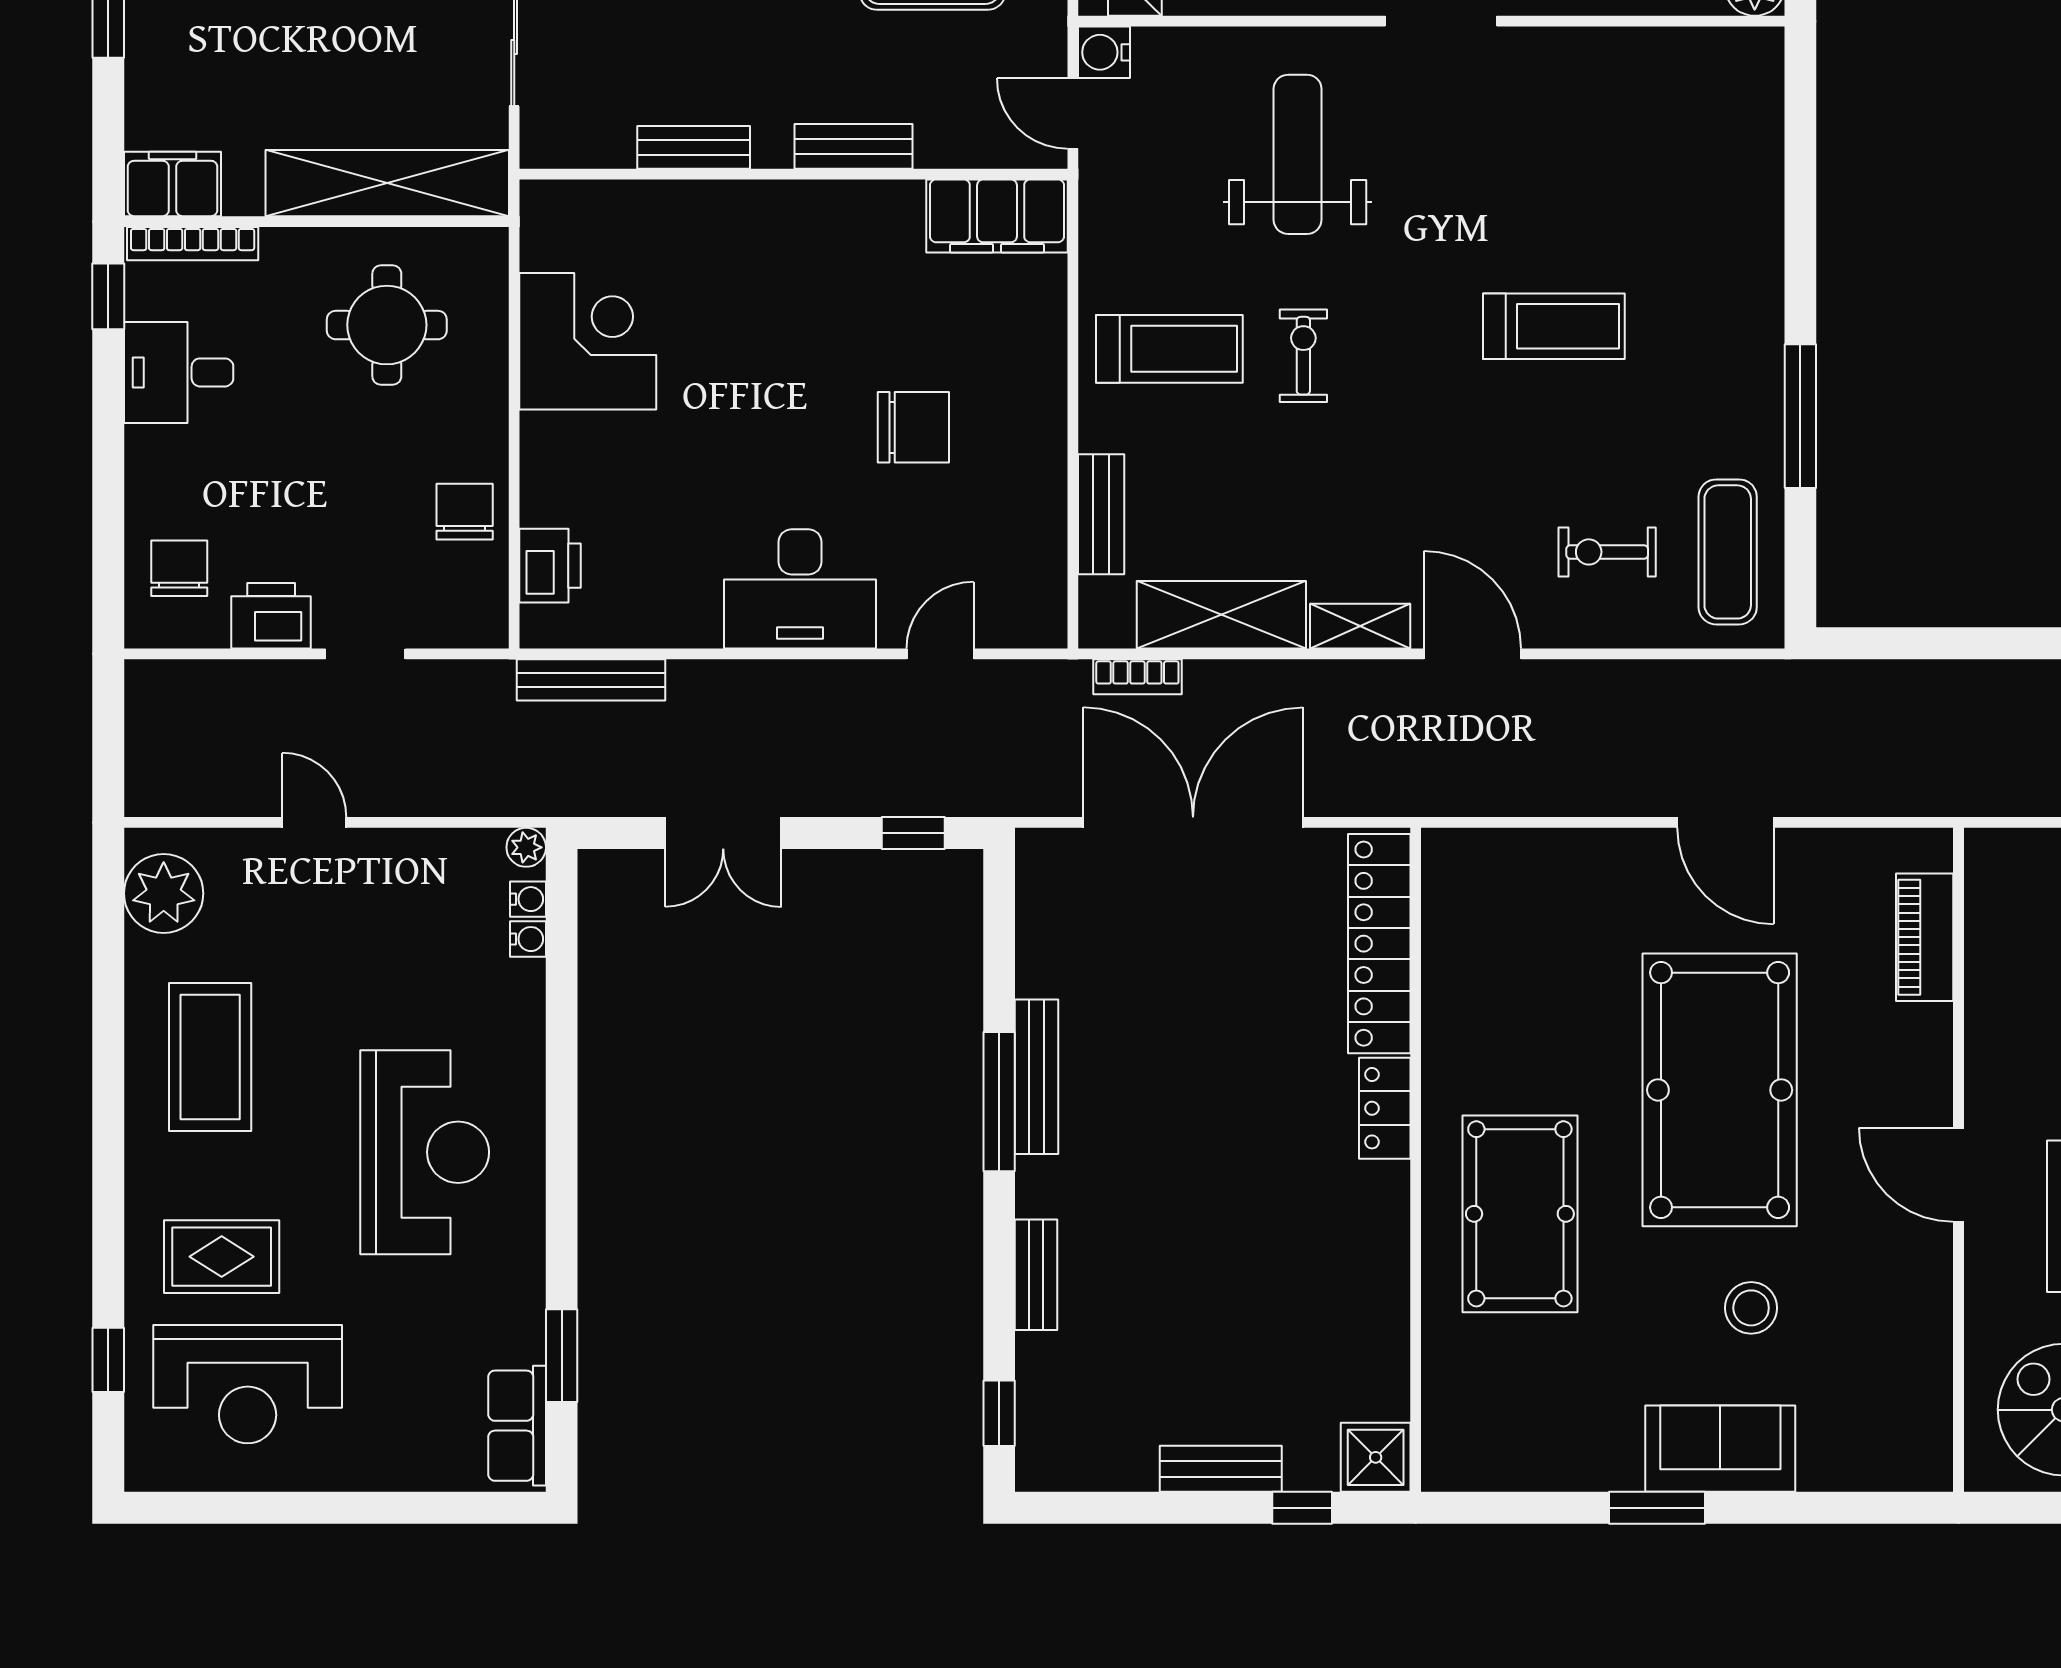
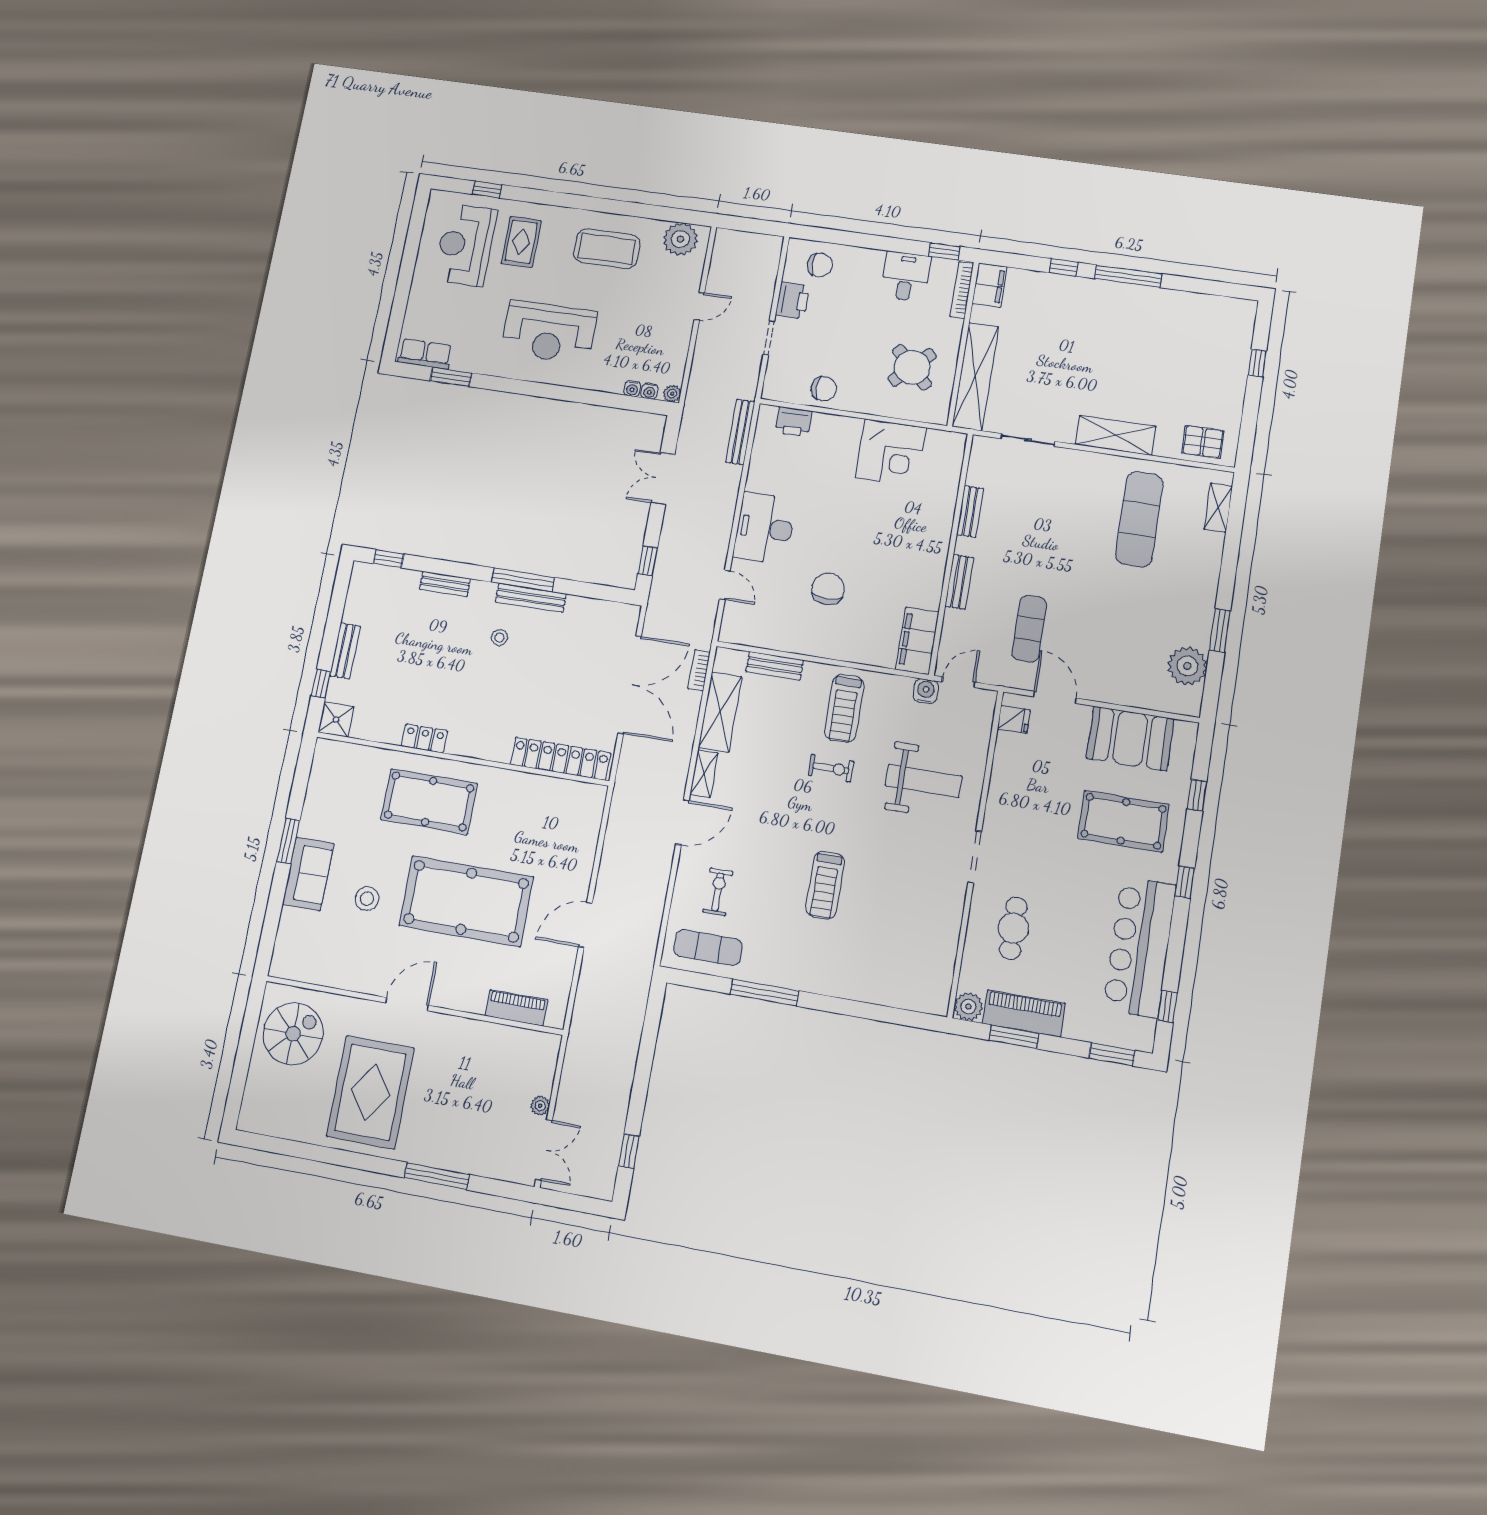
water cooler: (1104, 52) -> (926, 691), moved
round table: (387, 325) -> (912, 367), turned 45
chair: (913, 427) -> (828, 589), turned 180
locker: (1385, 1108) -> (424, 738), moved
stool: (1136, 1129) -> (499, 637), added

